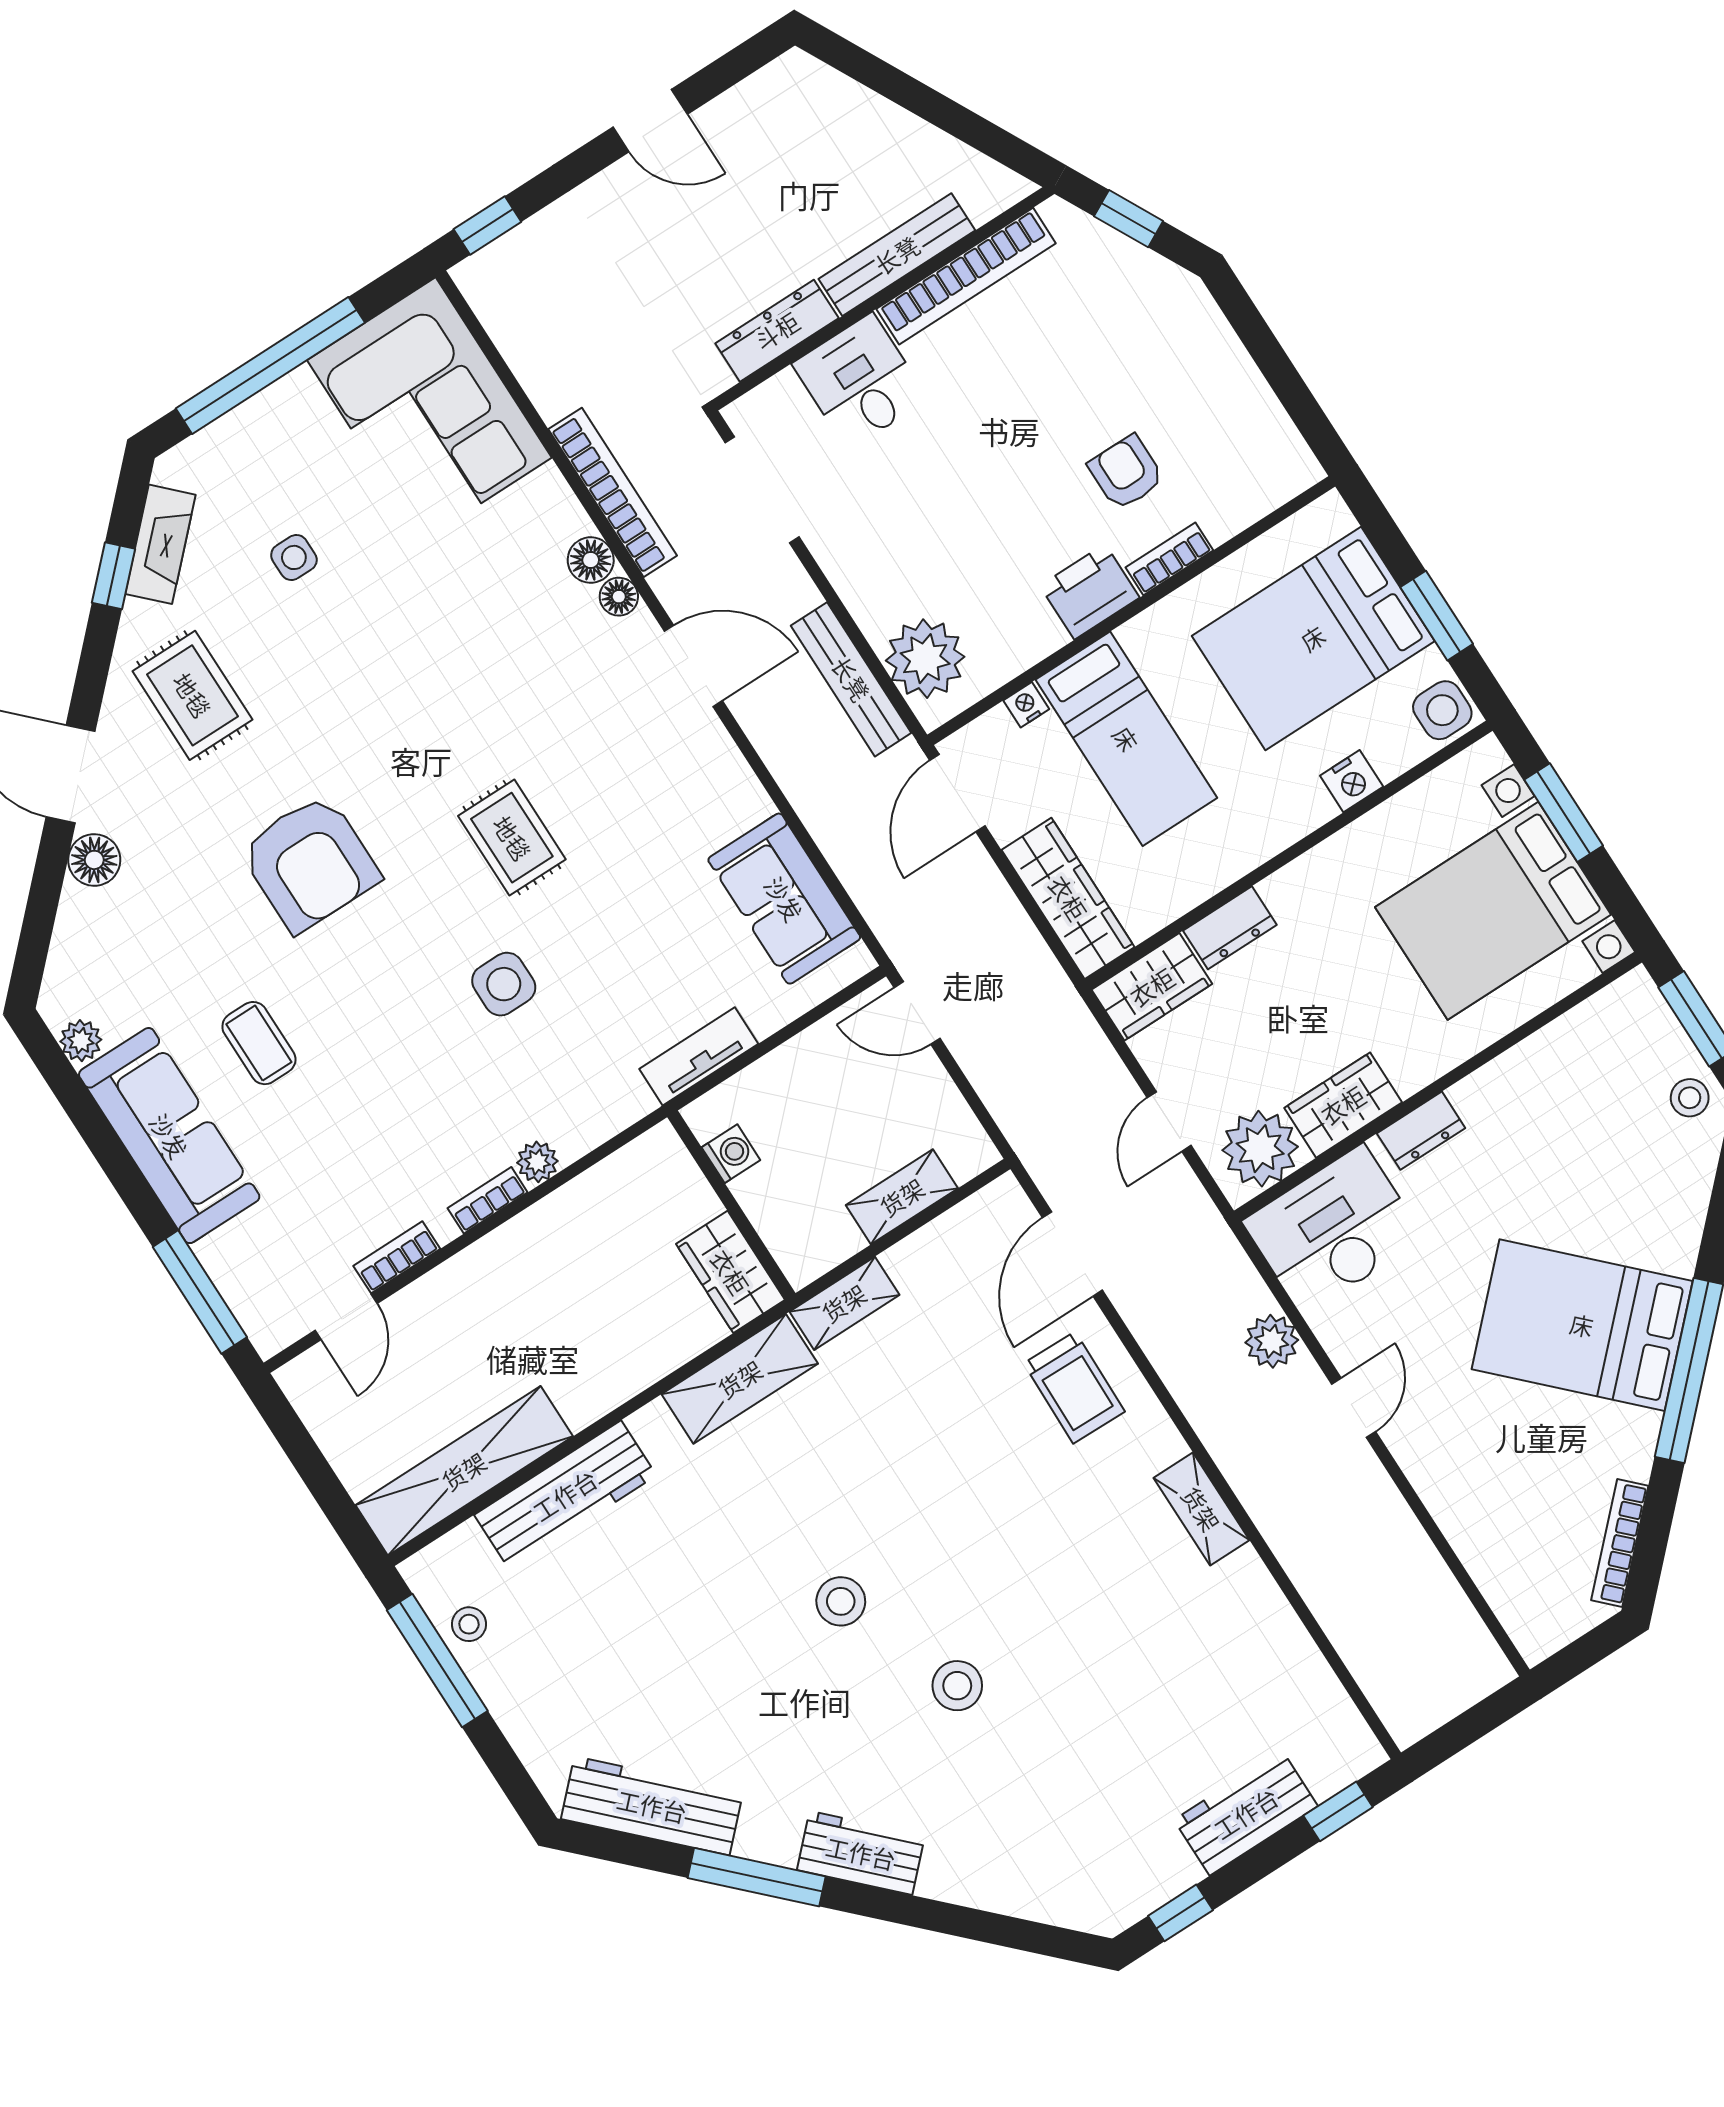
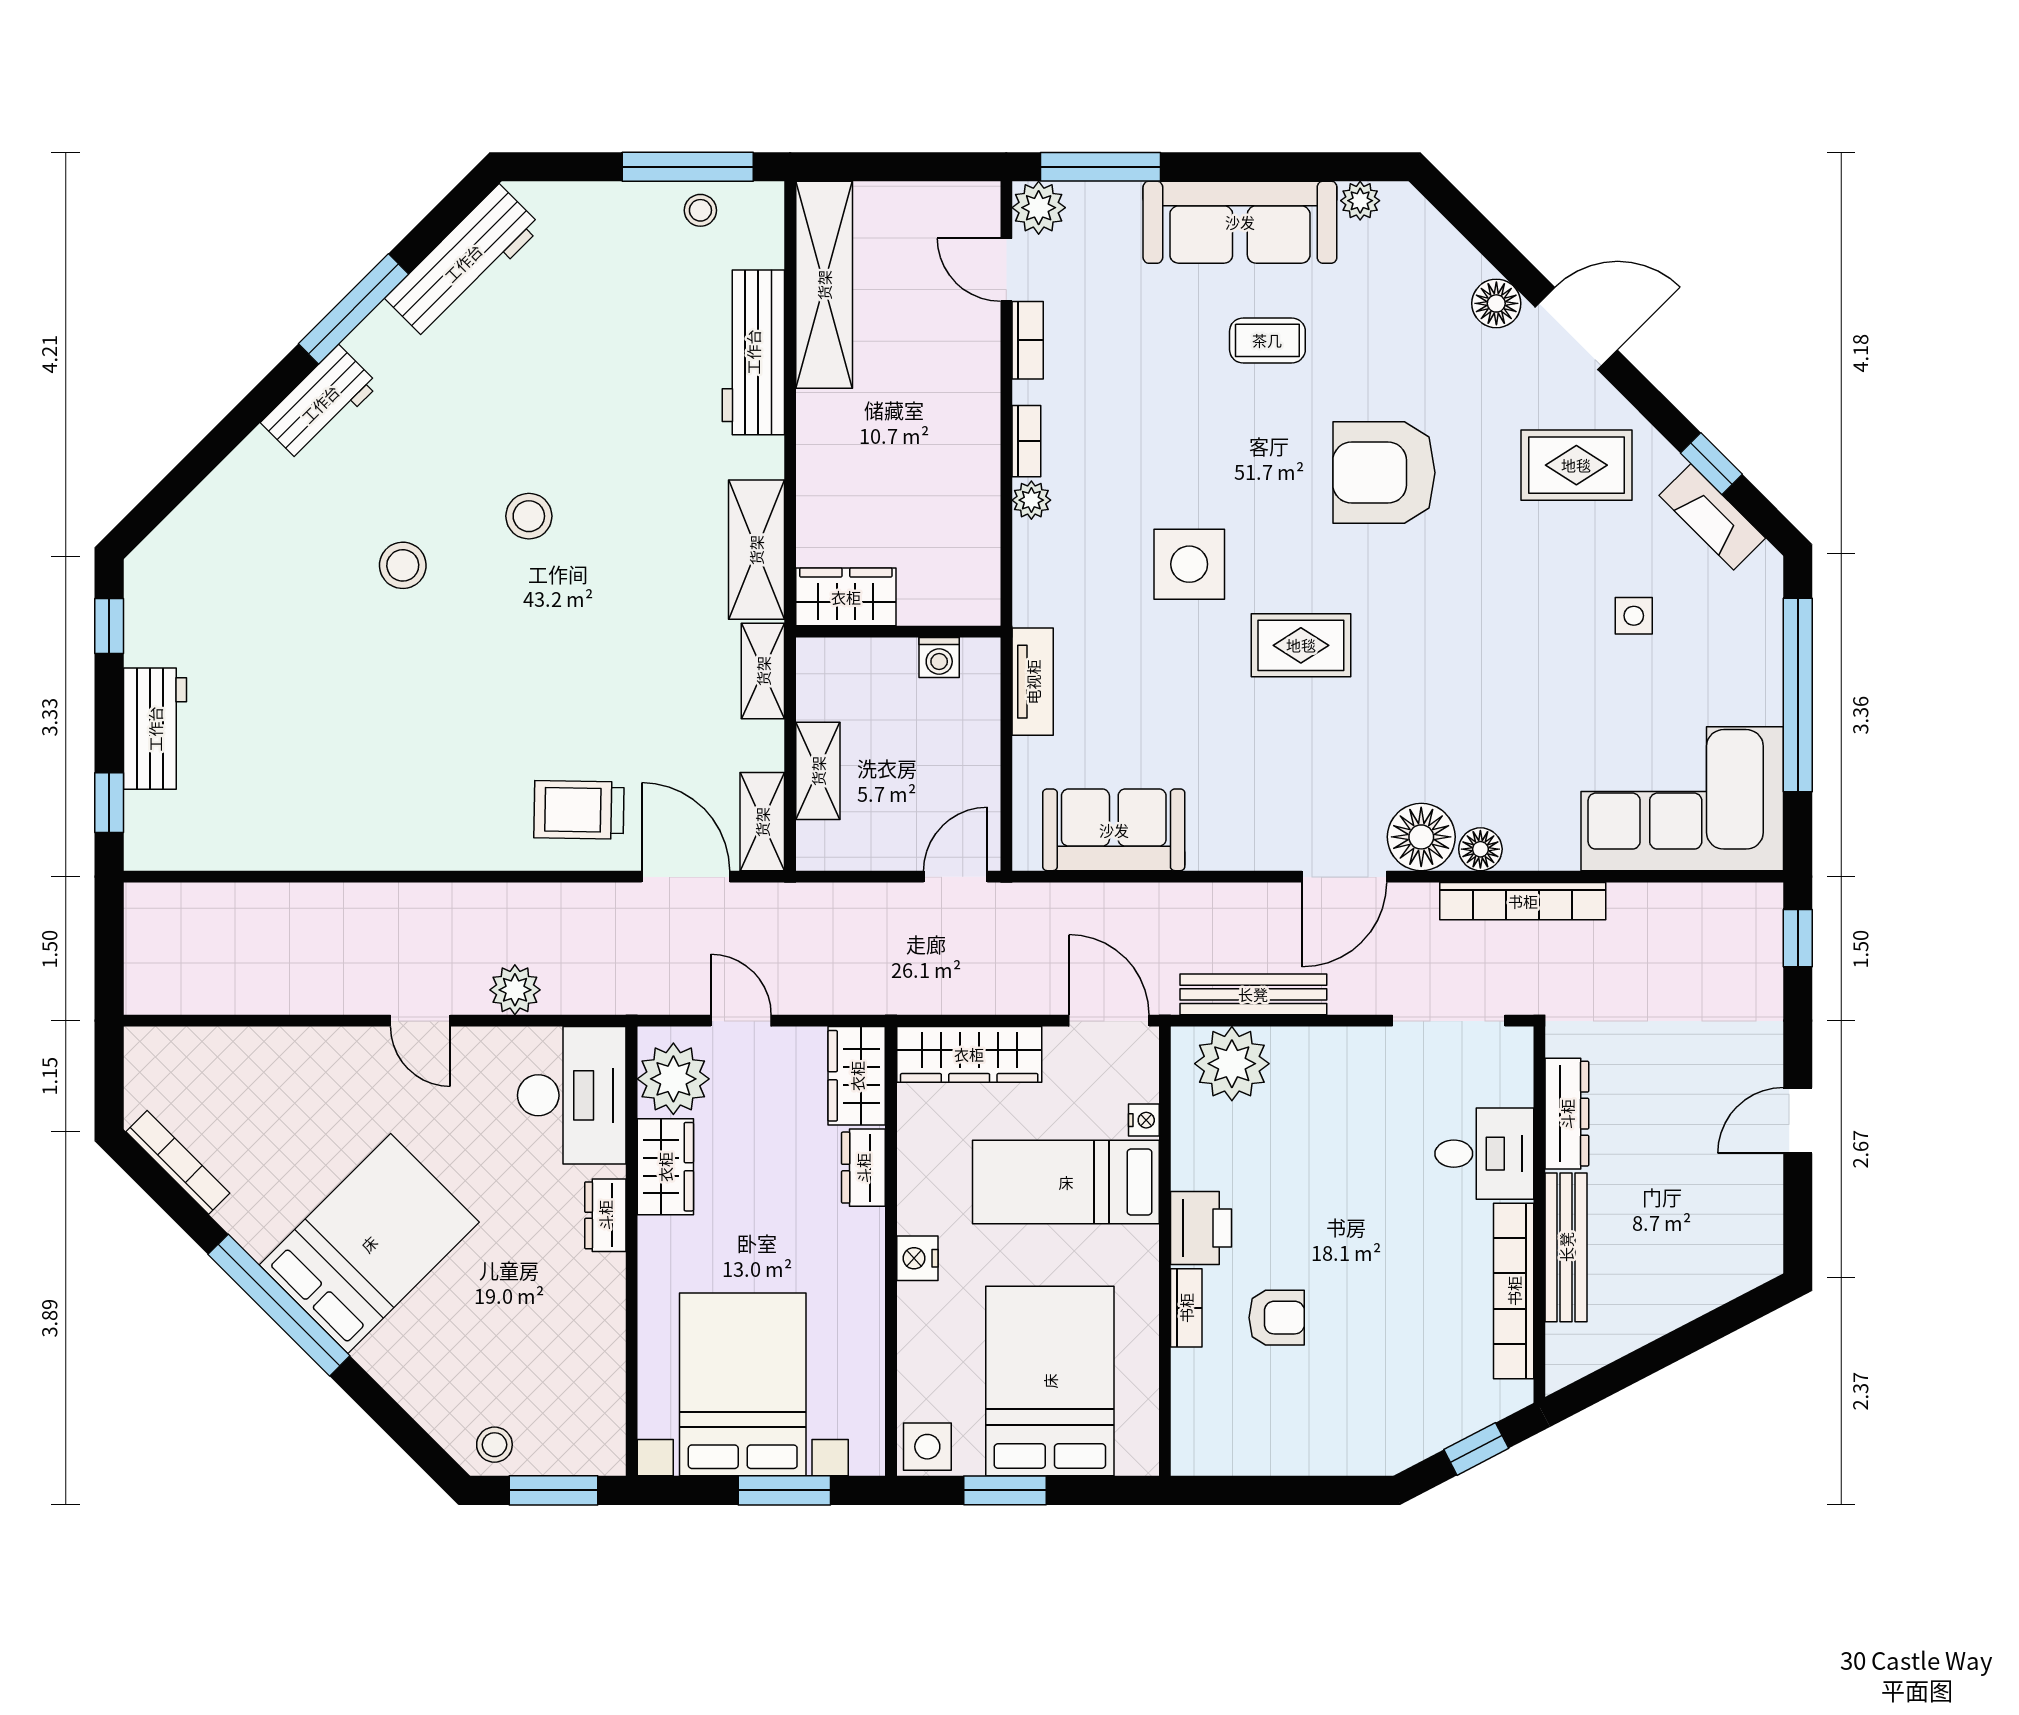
floor lamp: (619, 597) -> (1421, 837), width x1.89, depth x1.89
nightstand: (1352, 781) -> (917, 1258), moved
side table: (504, 984) -> (1189, 564), width x1.37, depth x1.37
plant: (272, 1324) -> (1039, 208), added
shelving: (1201, 1509) -> (762, 822), moved, turned 90

